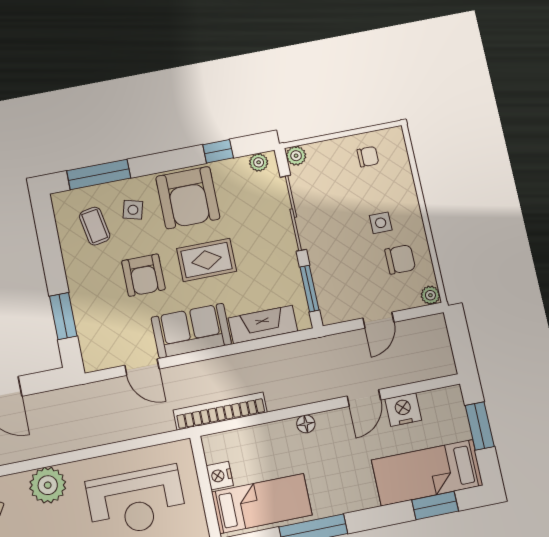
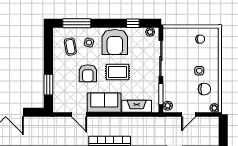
plant: (296, 156) -> (168, 106), moved

